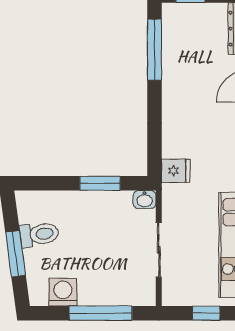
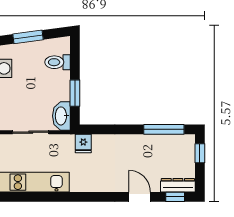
washbasin: (145, 200) -> (61, 116), width x1.91, depth x1.45
toilet: (39, 234) -> (58, 62), moved, turned 98

